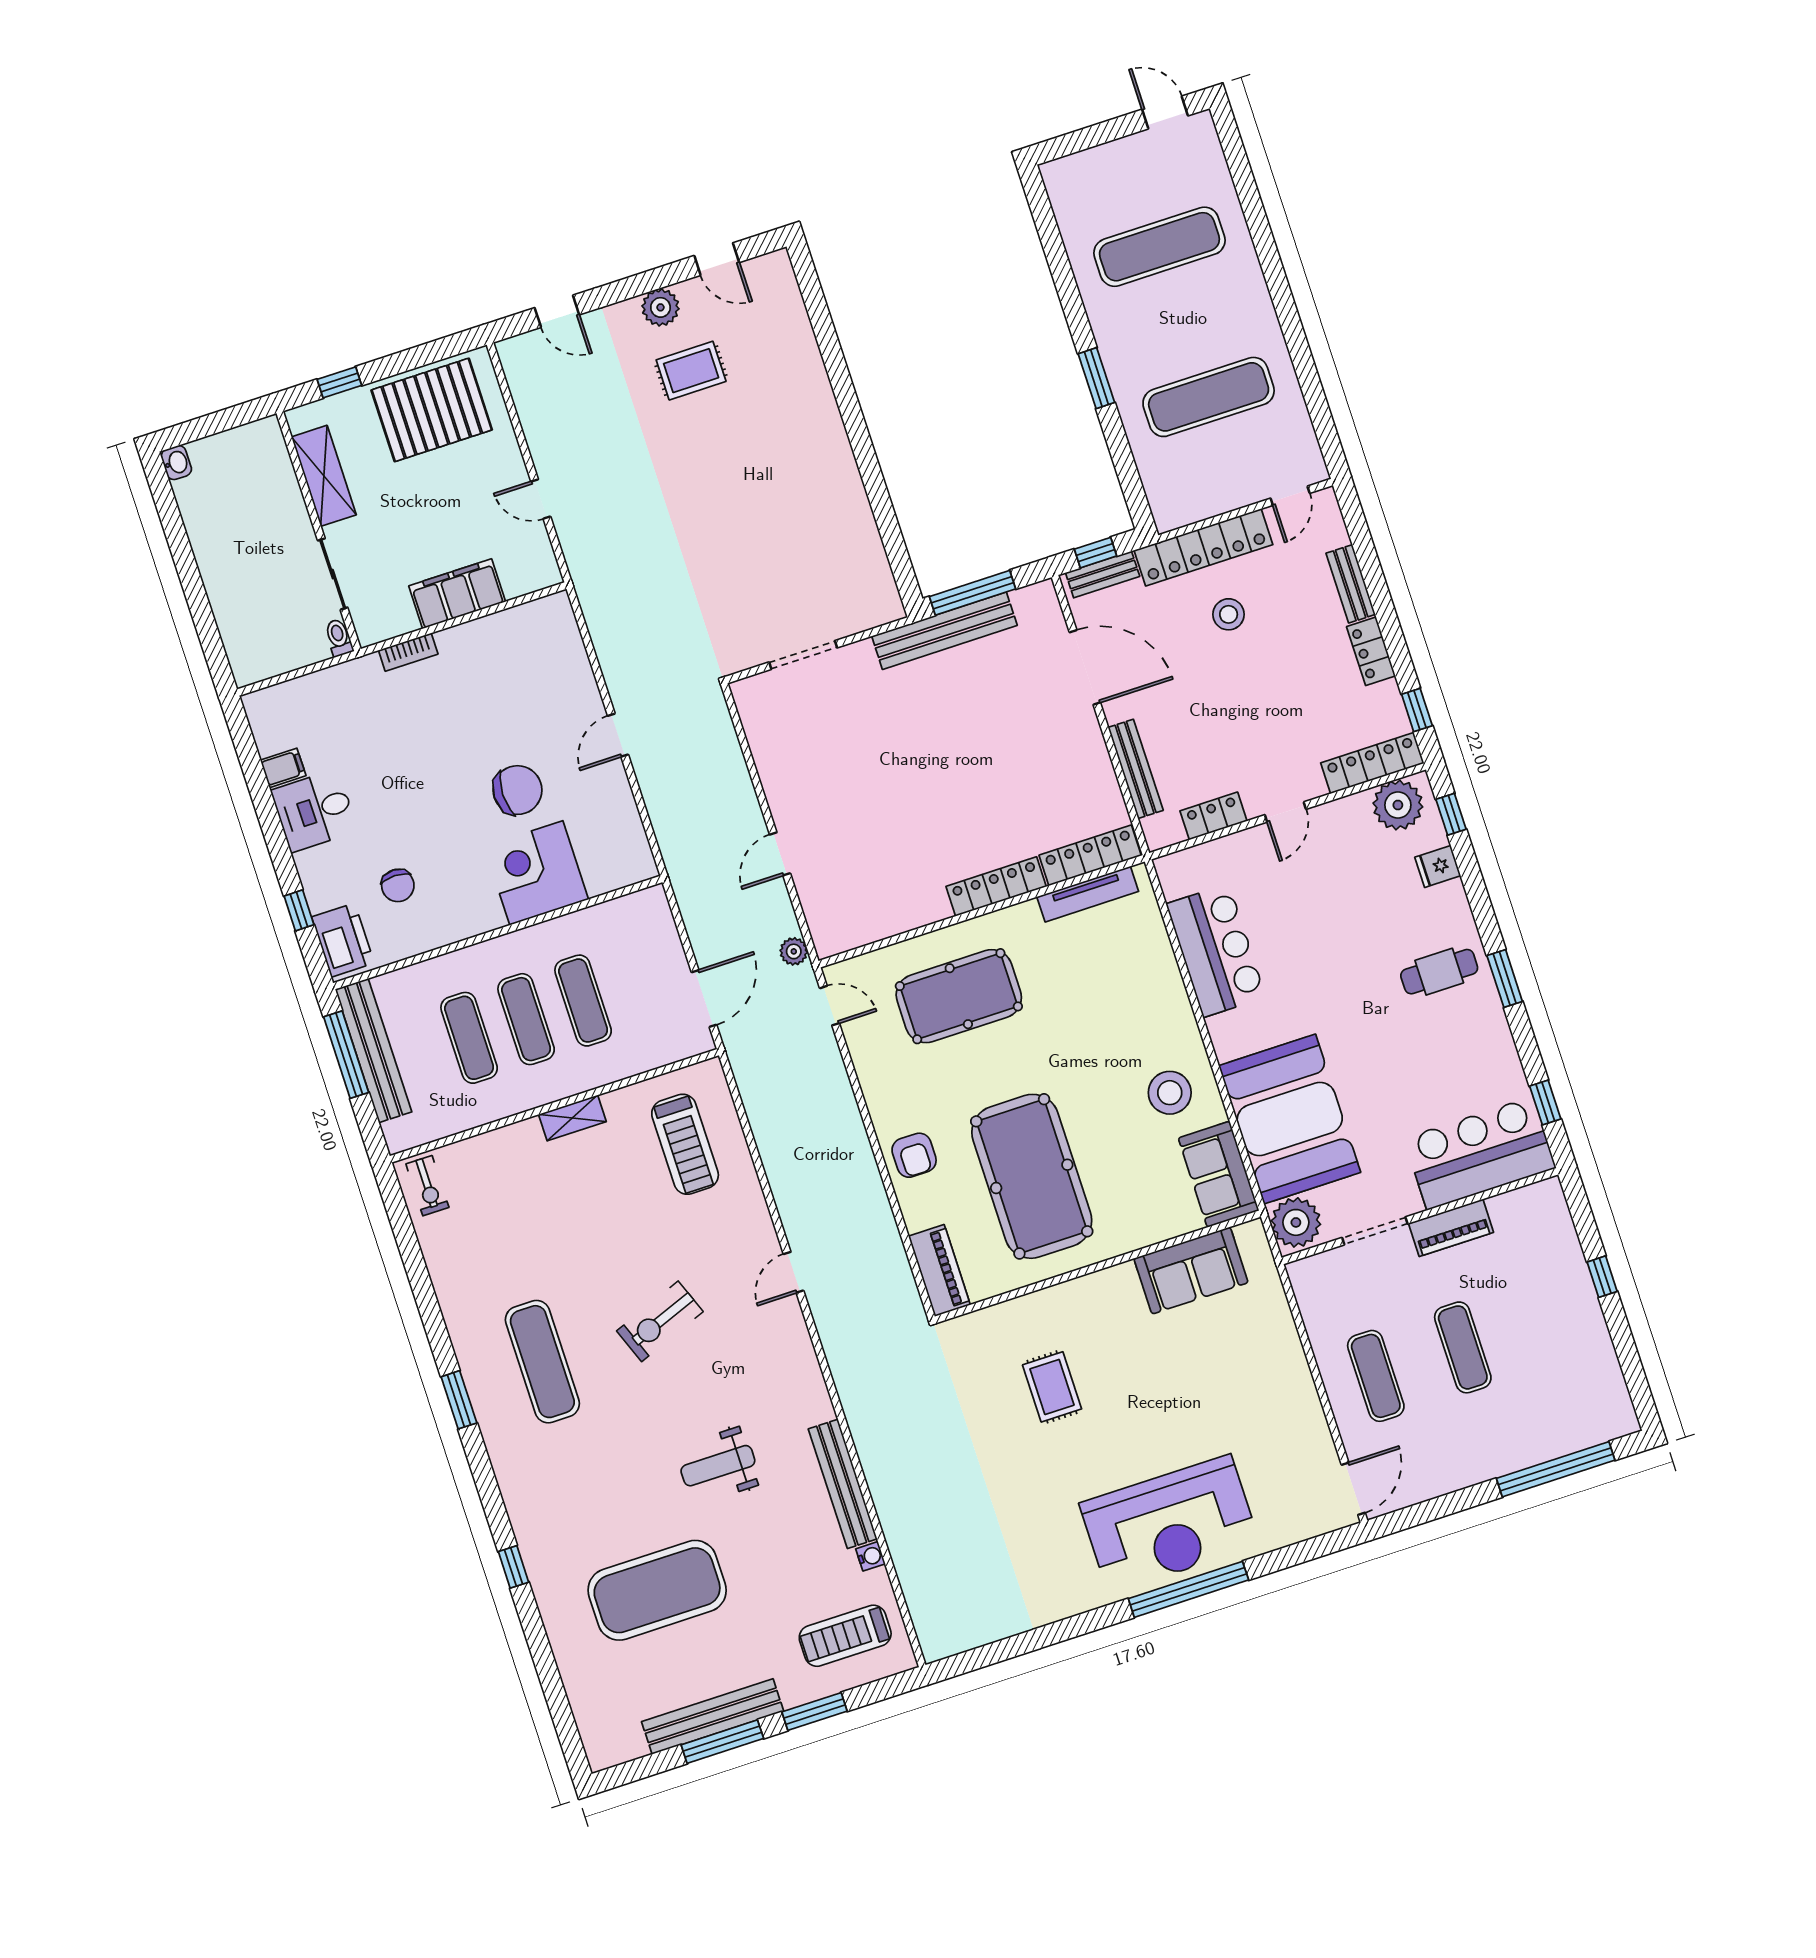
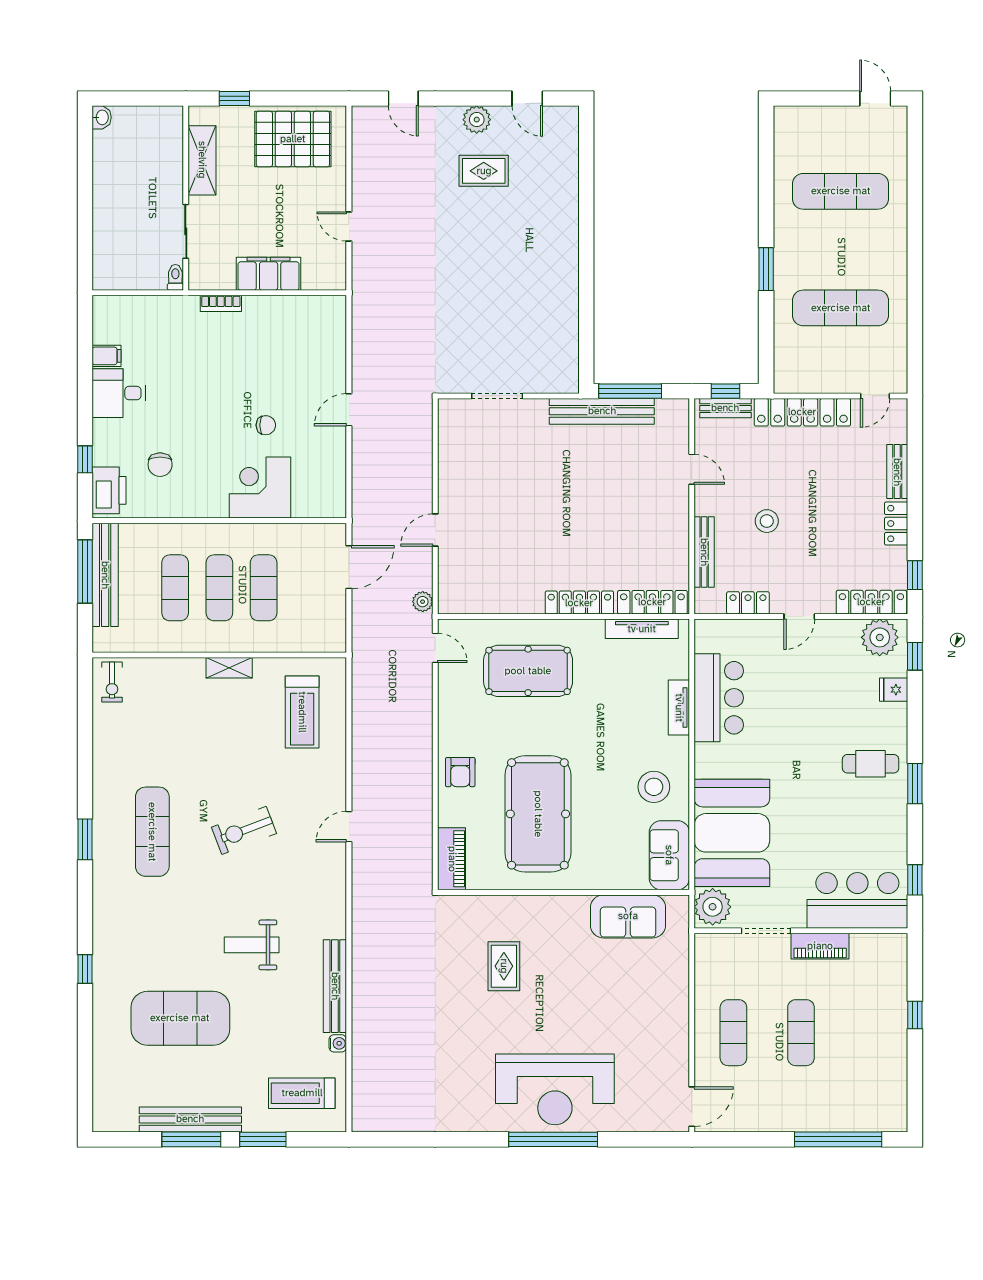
stool: (1229, 614) -> (767, 521), moved
door: (1085, 667) -> (692, 469), width x0.53
chair: (517, 790) -> (266, 425), width x0.54, depth x0.54
tv unit: (1169, 980) -> (679, 708), added
door: (704, 998) -> (349, 567), moved

